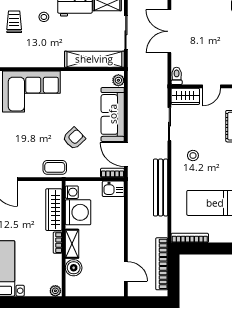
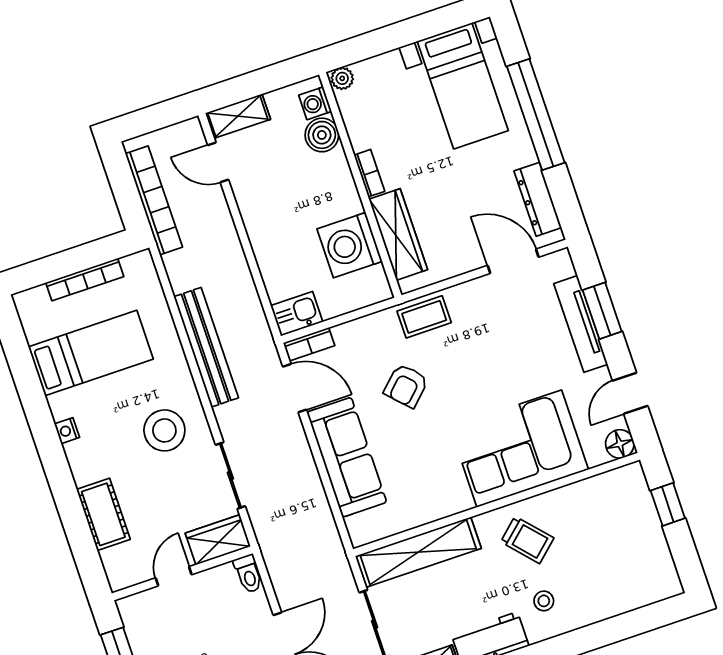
trolley: (14, 22) -> (527, 540), moved, turned -42
plant: (118, 80) -> (358, 527), removed
stool: (193, 155) -> (164, 430), width x1.89, depth x1.89
washing machine: (72, 192) -> (315, 103), moved
bookcase: (190, 238) -> (85, 280), moved
shelving: (72, 244) -> (238, 116), moved, turned 90

